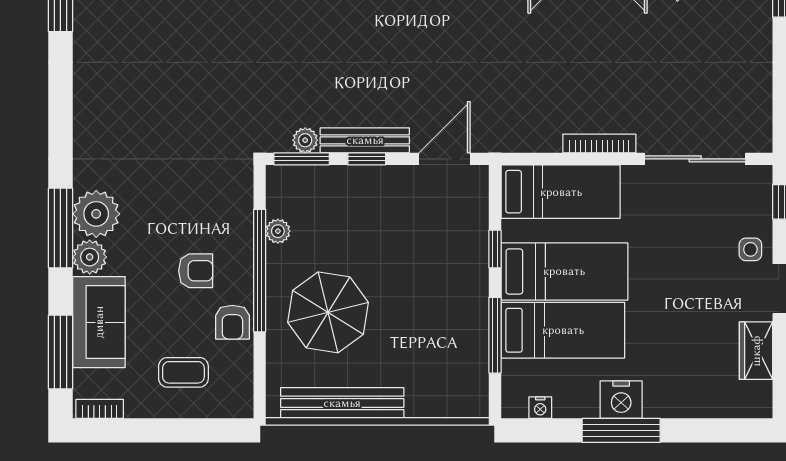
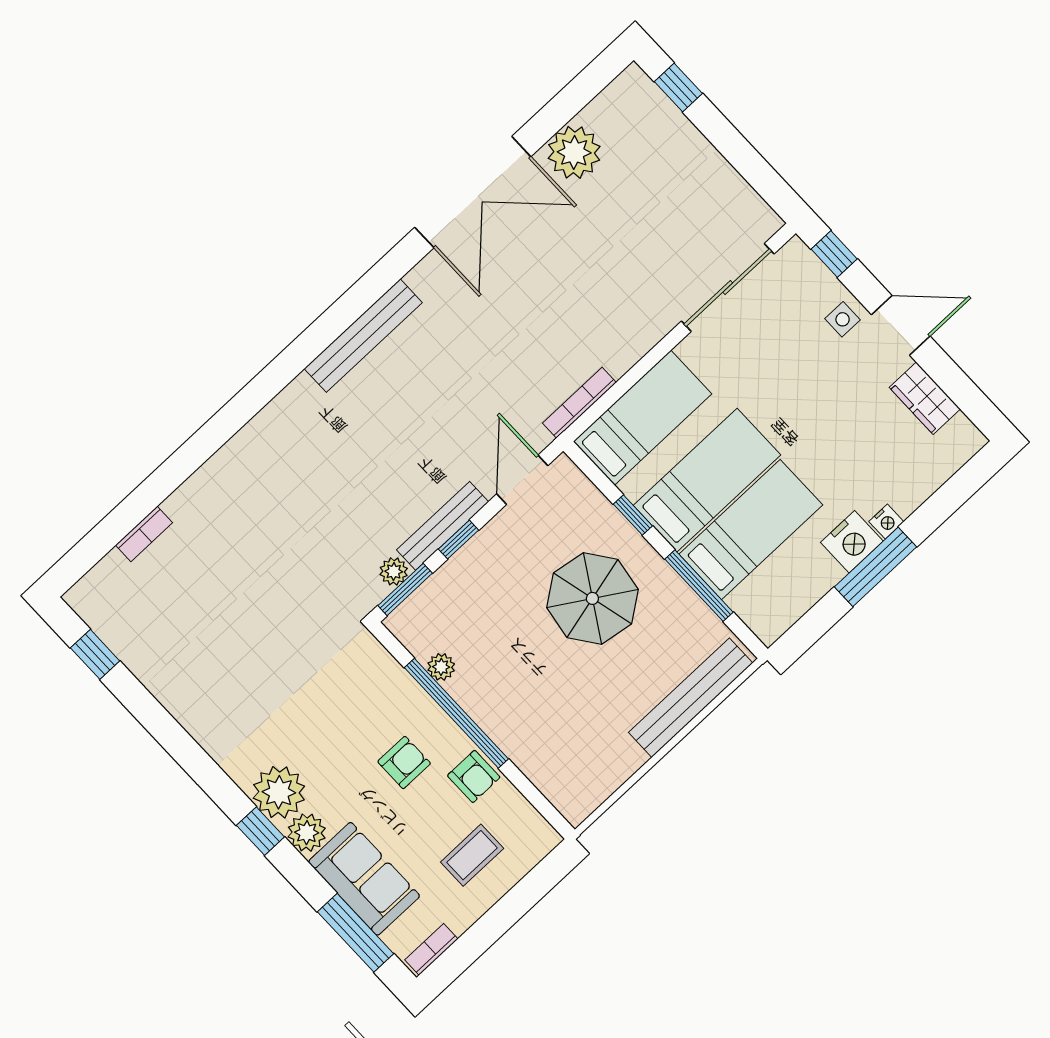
bookcase: (599, 143) -> (579, 403), moved
window: (60, 228) -> (260, 831), width x0.46
parasol: (328, 312) -> (592, 598), moved
bench: (342, 403) -> (691, 698), moved
nightstand: (540, 408) -> (886, 522), moved

